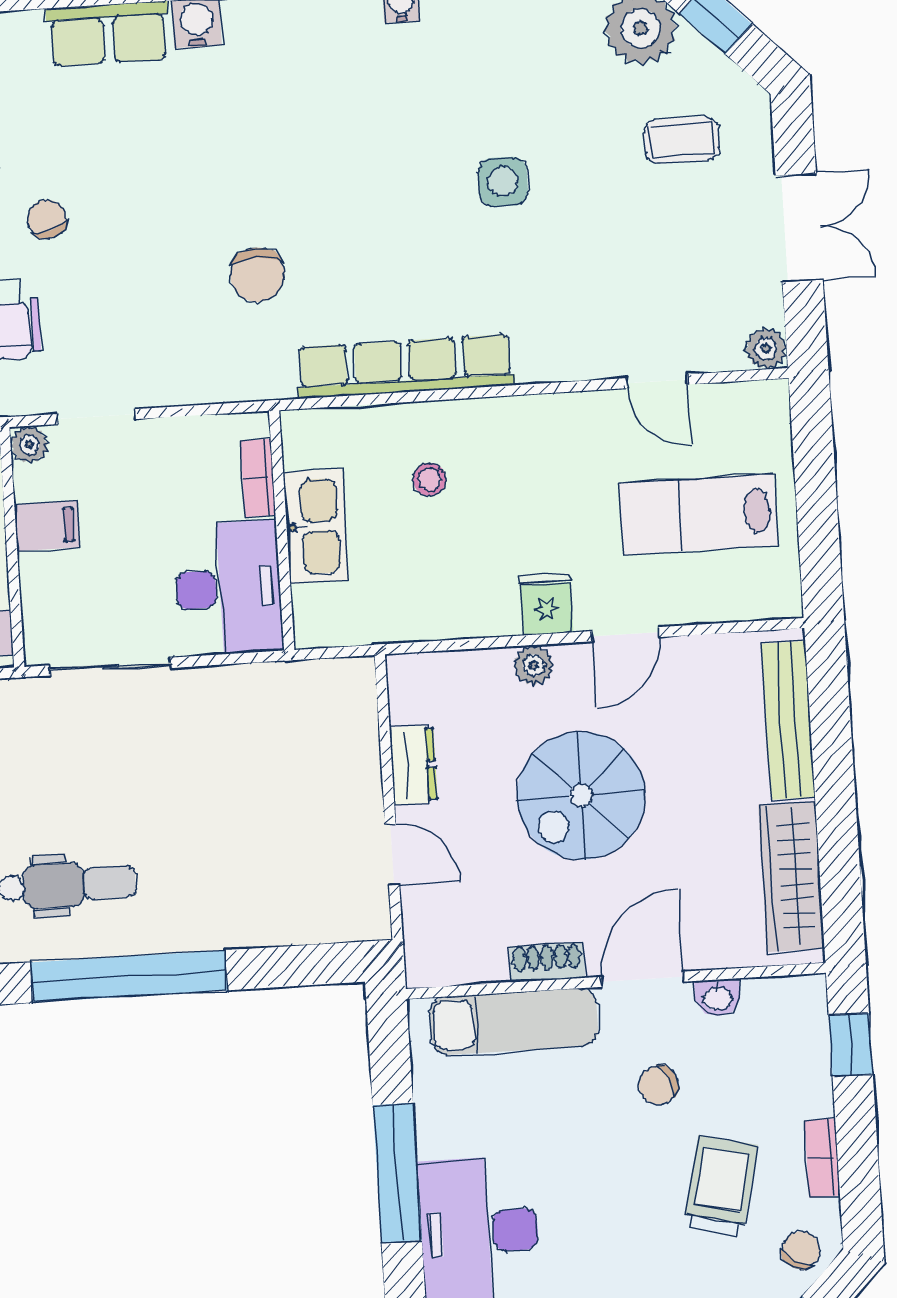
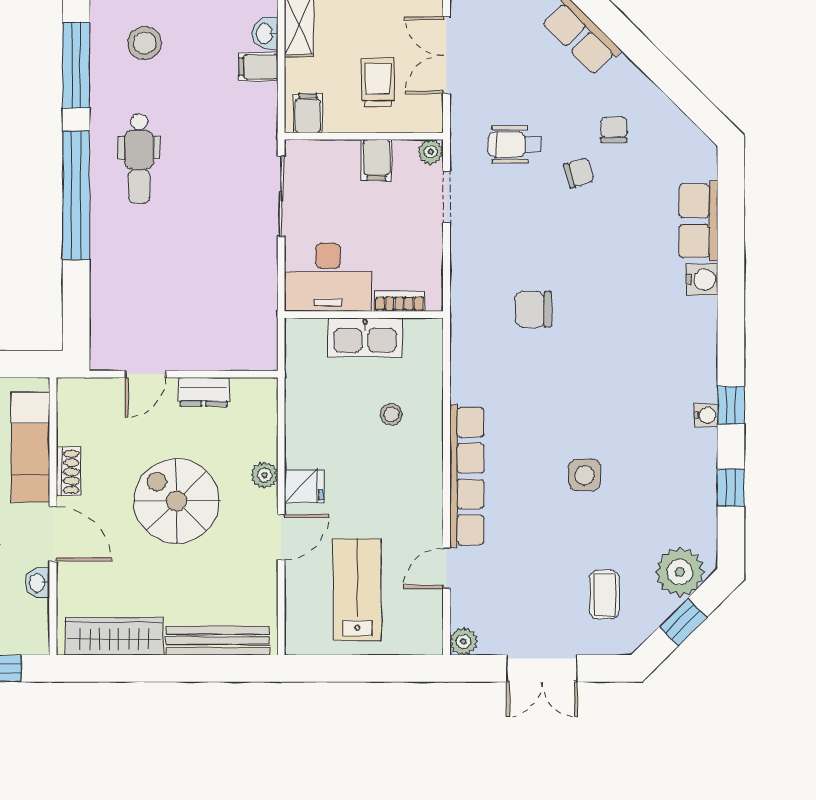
row of seats: (405, 366) -> (467, 476), moved
door: (625, 634) -> (281, 537), swing flipped

